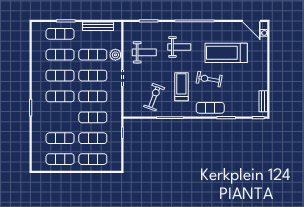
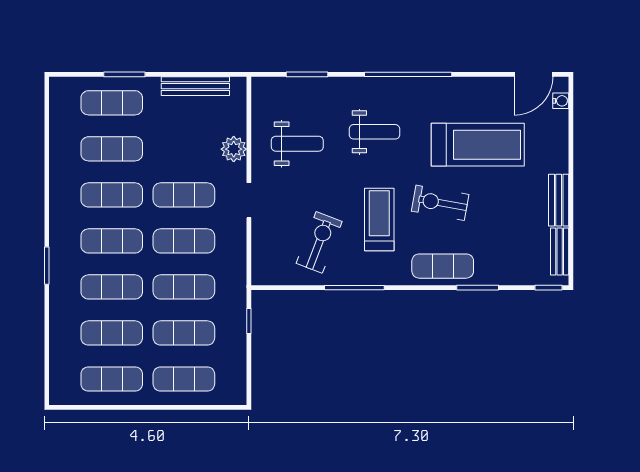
door: (251, 21) -> (533, 74), hinge flipped
treadmill: (226, 53) -> (478, 145), turned 180
exercise mat: (93, 55) -> (112, 287), moved
bench: (263, 78) -> (559, 200), added

